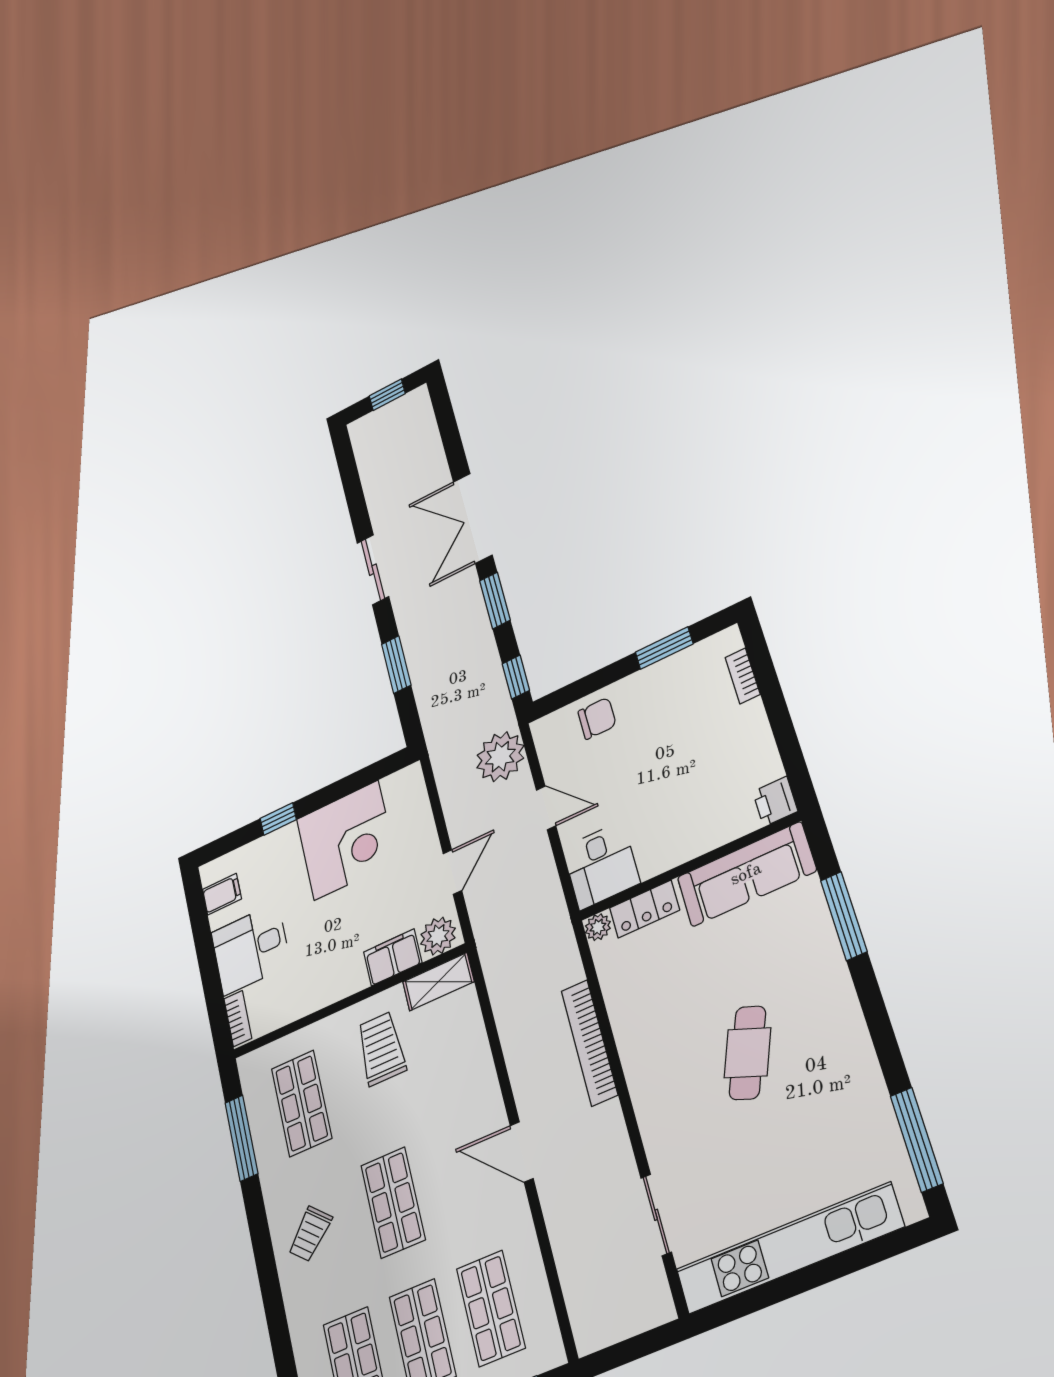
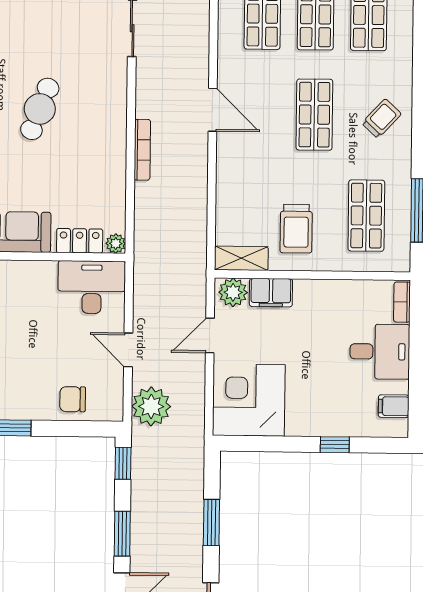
corner desk: (346, 840) -> (249, 400), moved
desk: (601, 865) -> (92, 287), width x1.37
bookcase: (589, 1043) -> (142, 150), width x0.68, depth x0.76

